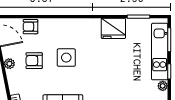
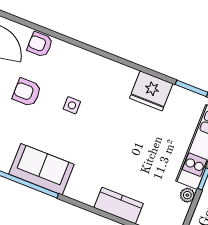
side table: (66, 58) -> (72, 105), width x0.54, depth x0.54

